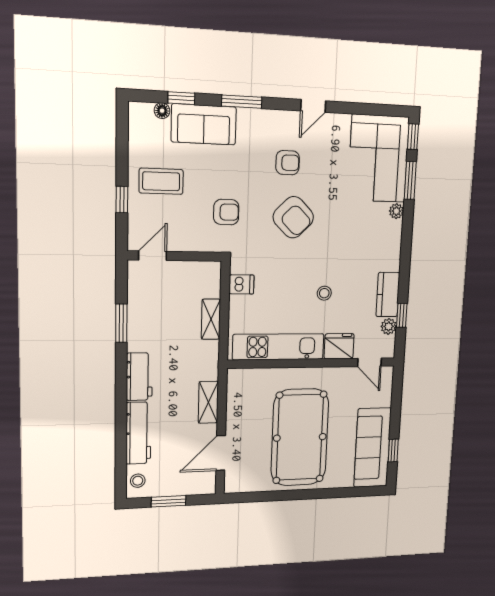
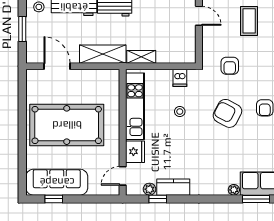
armchair: (293, 217) -> (227, 113), turned 73
stool: (324, 293) -> (180, 112), moved
shelving: (211, 319) -> (141, 57), moved
shelving: (208, 402) -> (103, 54), width x1.50, depth x1.33

